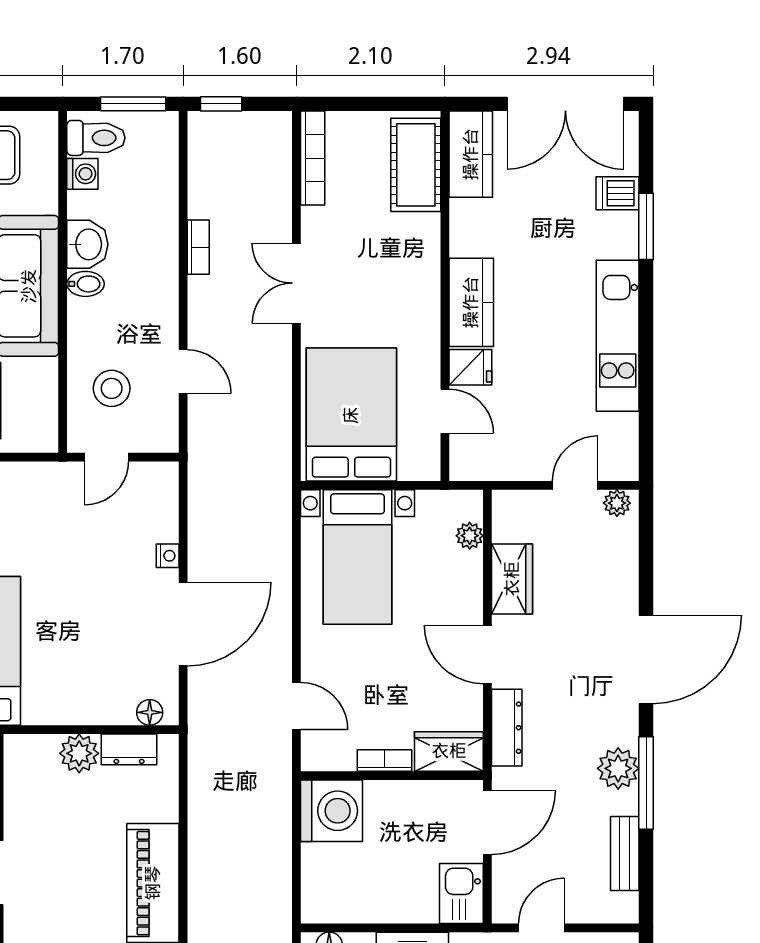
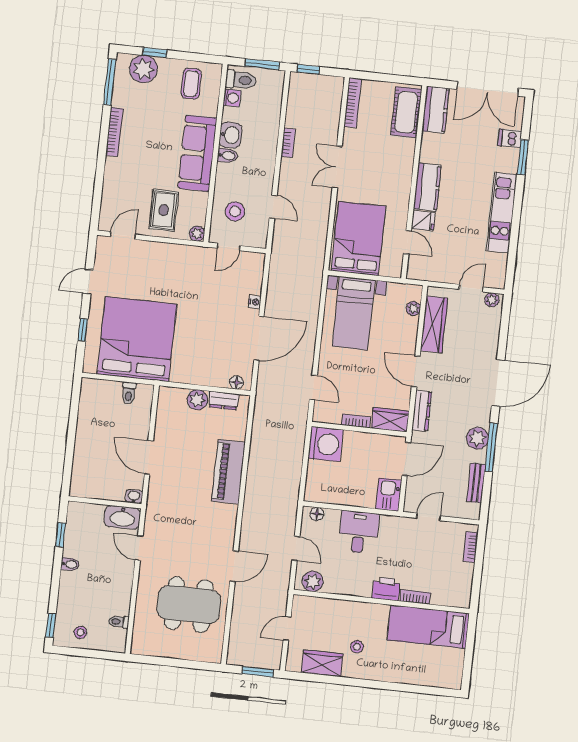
plant: (44, 438) -> (197, 234), added
wardrobe: (512, 579) -> (434, 324), width x1.50

